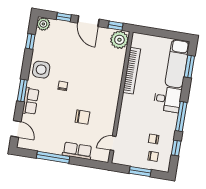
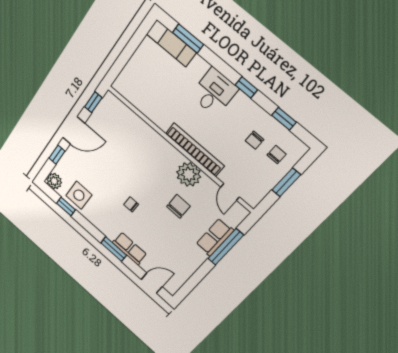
plant: (119, 40) -> (189, 174), moved
exam couch: (177, 64) -> (171, 43), width x0.73, depth x0.69
side table: (41, 70) -> (79, 195), moved
bookcase: (132, 71) -> (195, 150), moved
window: (181, 116) -> (246, 87), width x0.46
window: (53, 157) -> (226, 247), moved

